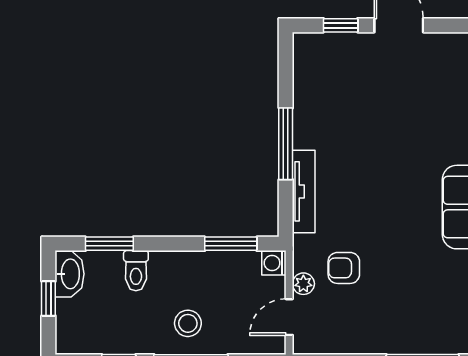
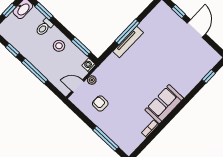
tv unit: (304, 191) -> (128, 42), moved
armchair: (344, 268) -> (100, 104), moved
stool: (188, 323) -> (59, 46), moved

